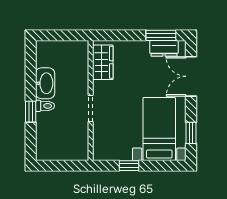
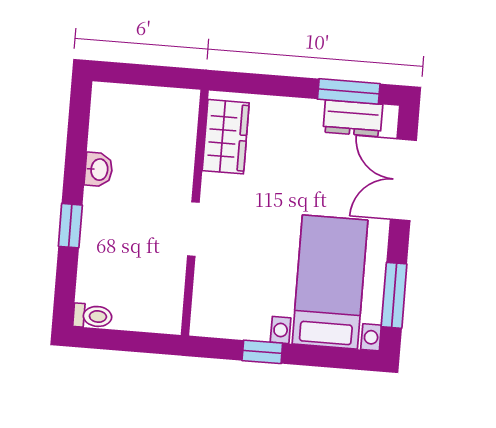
washbasin: (45, 83) -> (99, 170), width x0.52, depth x0.69
toilet: (45, 106) -> (93, 316), moved
window: (191, 133) -> (394, 295), width x1.50

